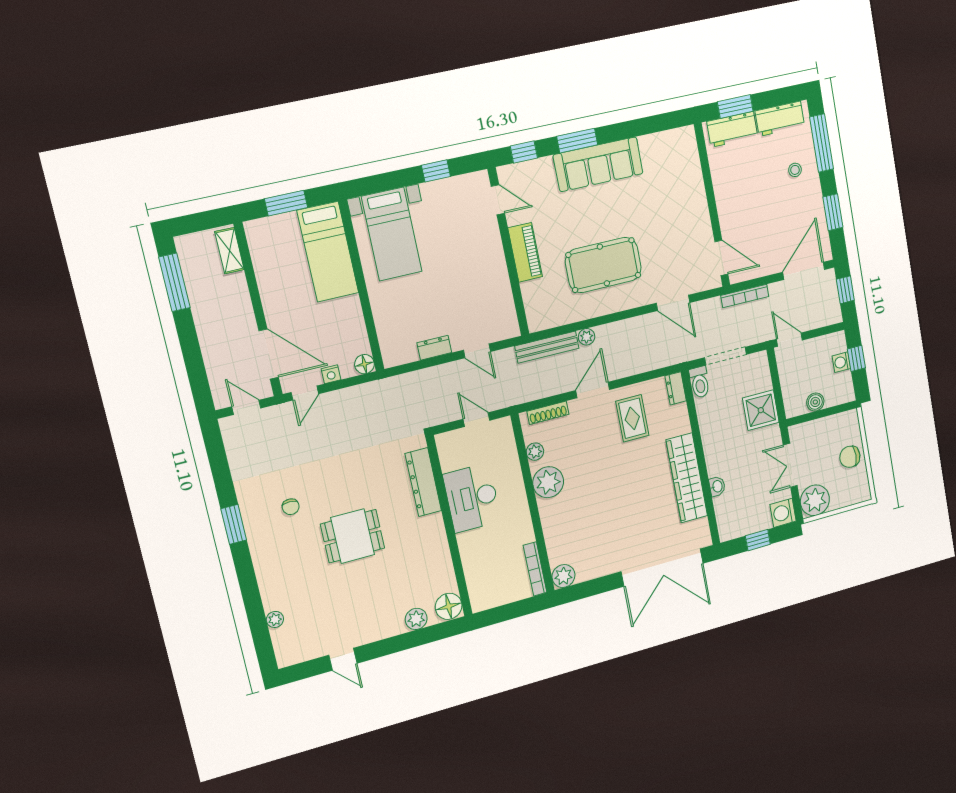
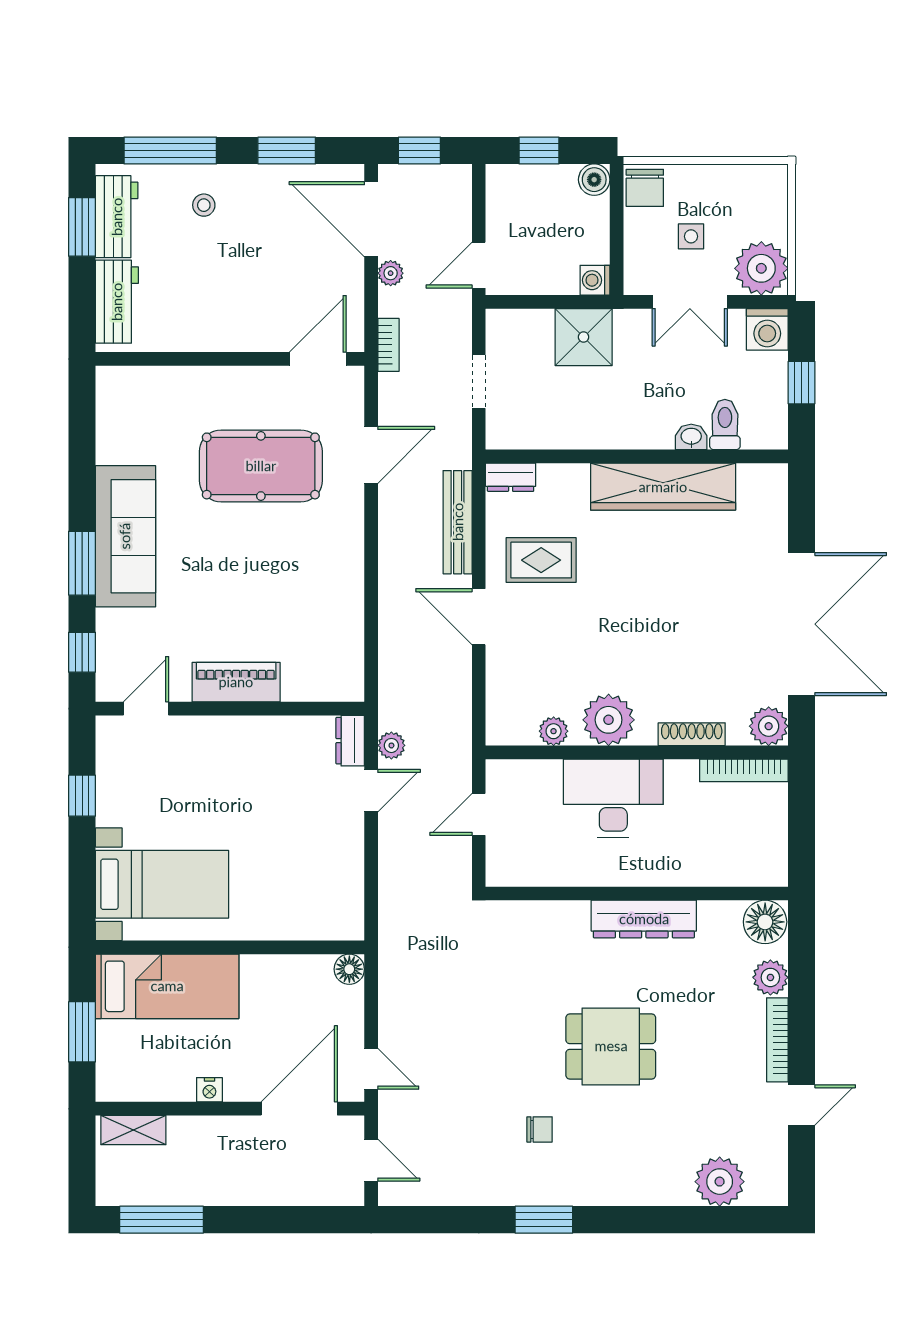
window: (735, 106) -> (82, 227), moved
pool table: (603, 265) -> (261, 466), moved, turned 90
plant: (776, 289) -> (391, 273), added
bookcase: (745, 296) -> (388, 345), width x0.64
plant: (587, 337) -> (391, 745), moved
bench: (547, 347) -> (458, 522), moved
dresser: (434, 348) -> (350, 741), moved
doorway: (726, 356) -> (479, 382), width x0.73
washing machine: (841, 362) -> (595, 280), moved, turned 90
nightstand: (331, 374) -> (209, 1090), moved, turned 90
toilet: (700, 382) -> (725, 425), moved, turned -90
boiler: (815, 402) -> (594, 180), moved
door: (246, 407) -> (371, 1160), swing flipped
shoe rack: (548, 413) -> (692, 734), moved, turned -90
side table: (825, 456) -> (691, 236), added
chair: (850, 457) -> (645, 188), moved
dresser: (423, 482) -> (644, 919), moved
desk: (472, 498) -> (613, 798), moved, turned 180
dining table: (353, 536) -> (611, 1046), turned 90
double door: (662, 568) -> (801, 624), moved
plant: (275, 619) -> (720, 1182), width x1.88, depth x1.88
bookcase: (379, 634) -> (777, 1040), added

